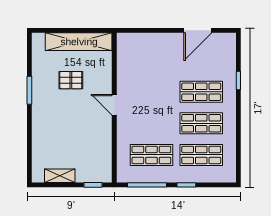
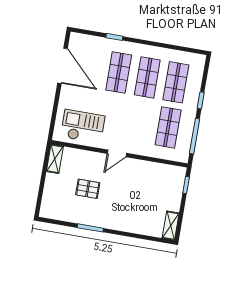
door: (198, 30) -> (62, 66), width x1.36
shelving: (79, 42) -> (55, 159), width x0.45, depth x0.75
checkout: (137, 63) -> (83, 126), added
pallet: (71, 80) -> (88, 189), turned 90
shelving: (60, 176) -> (171, 226), moved

